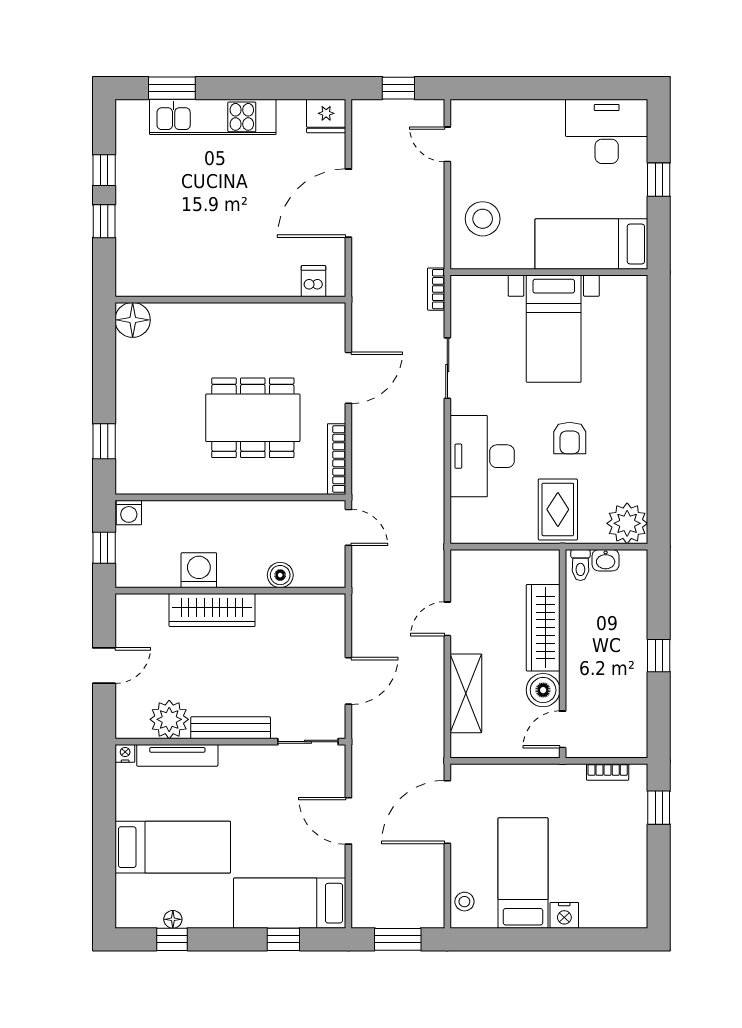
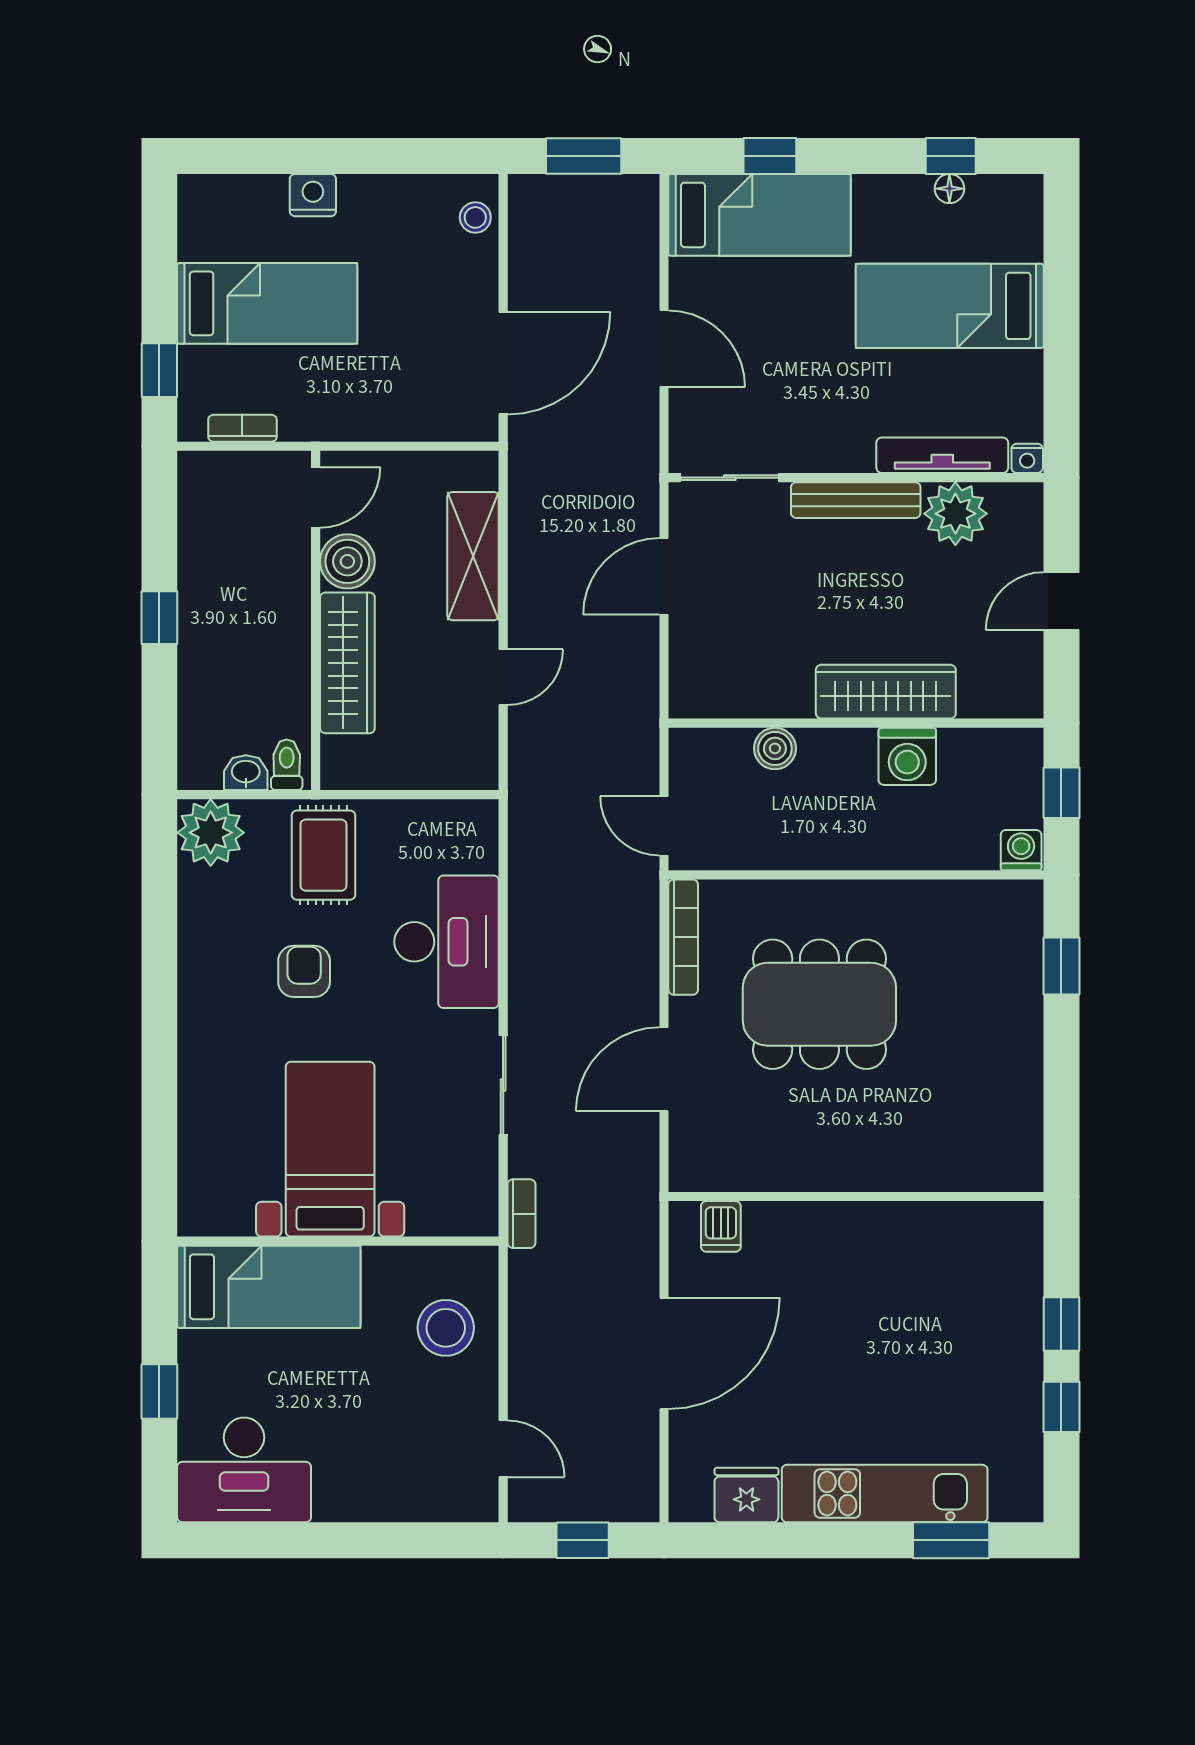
fridge: (326, 116) -> (746, 1495), moved
floor lamp: (133, 320) -> (1015, 1163), removed
bed: (523, 873) -> (267, 303), moved, turned -90

